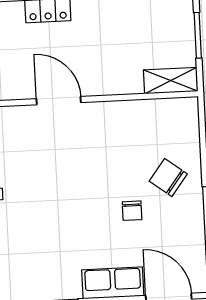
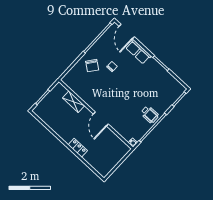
shelving: (171, 81) -> (74, 102), moved

